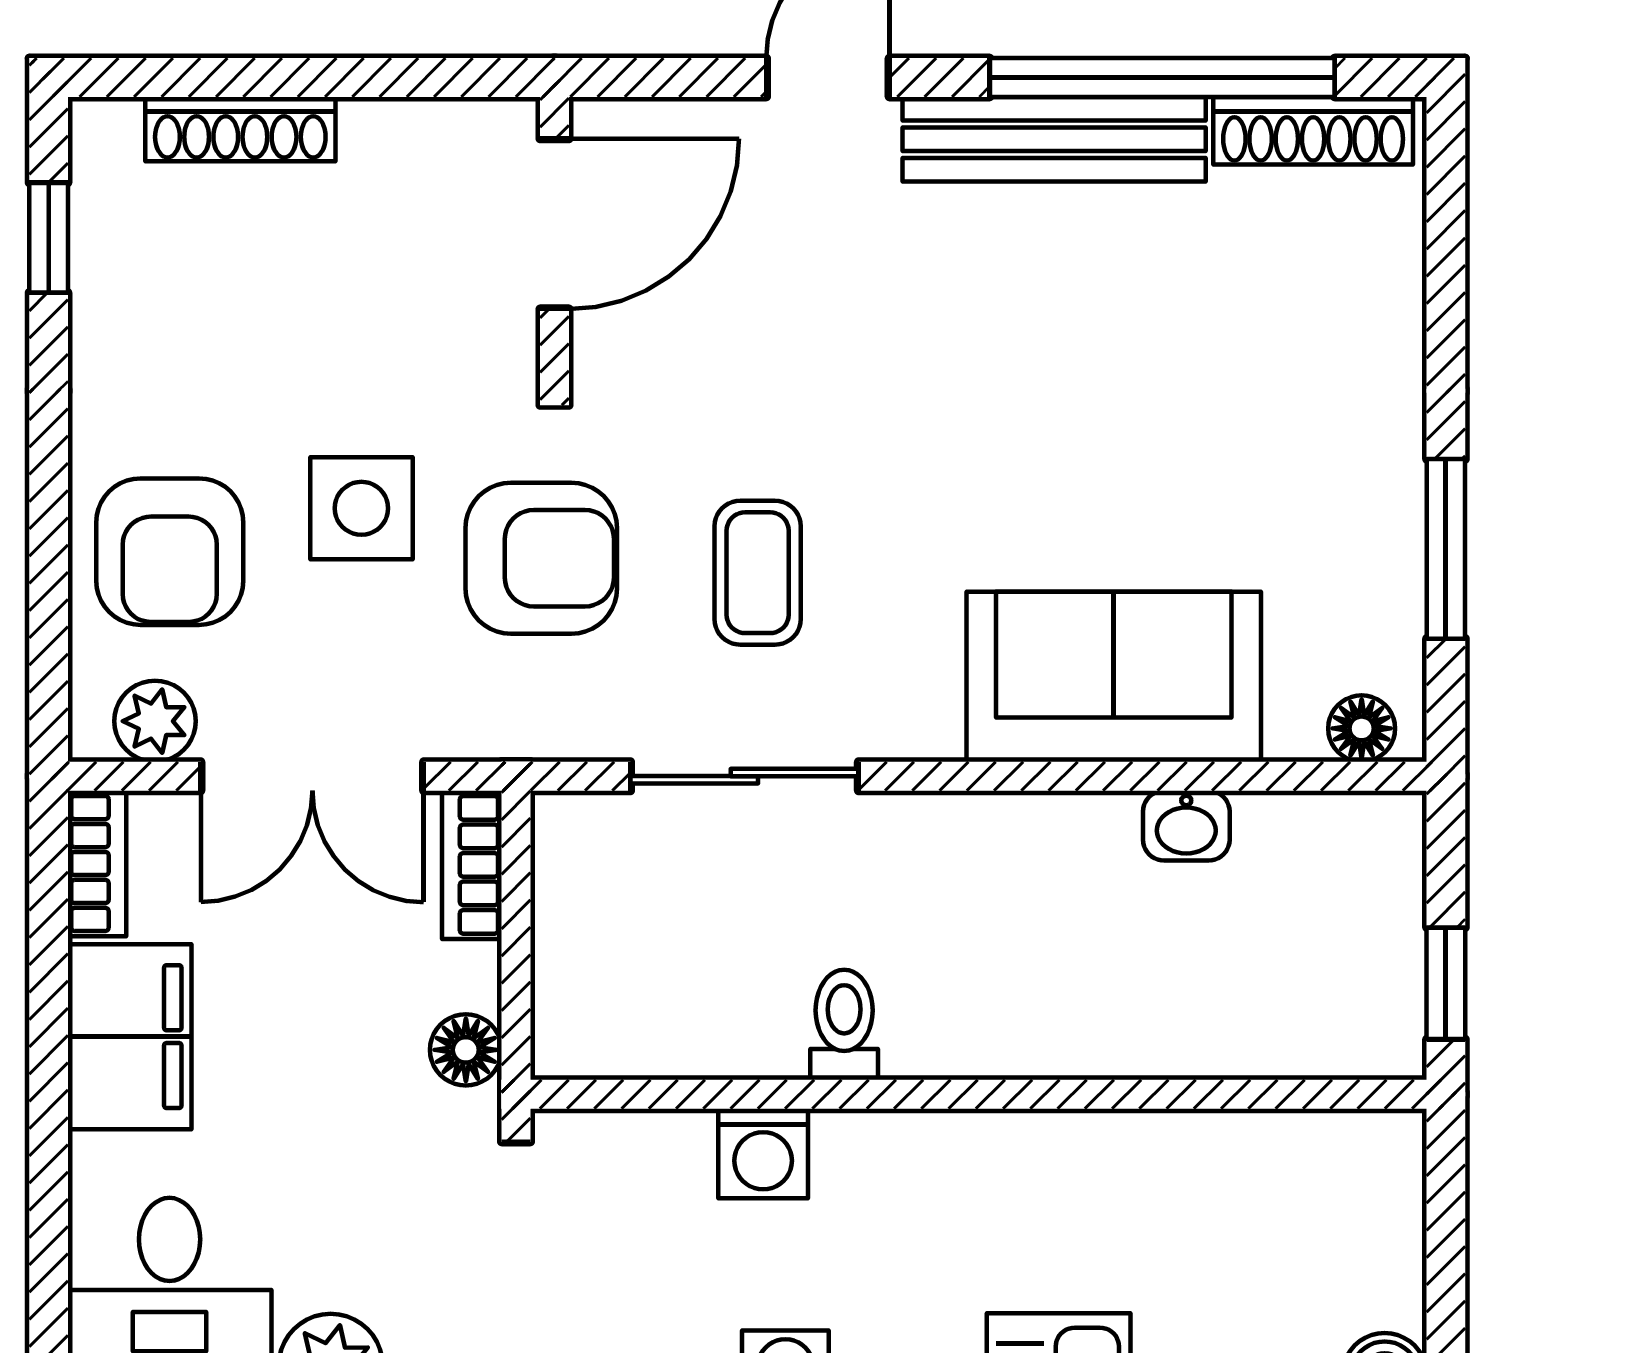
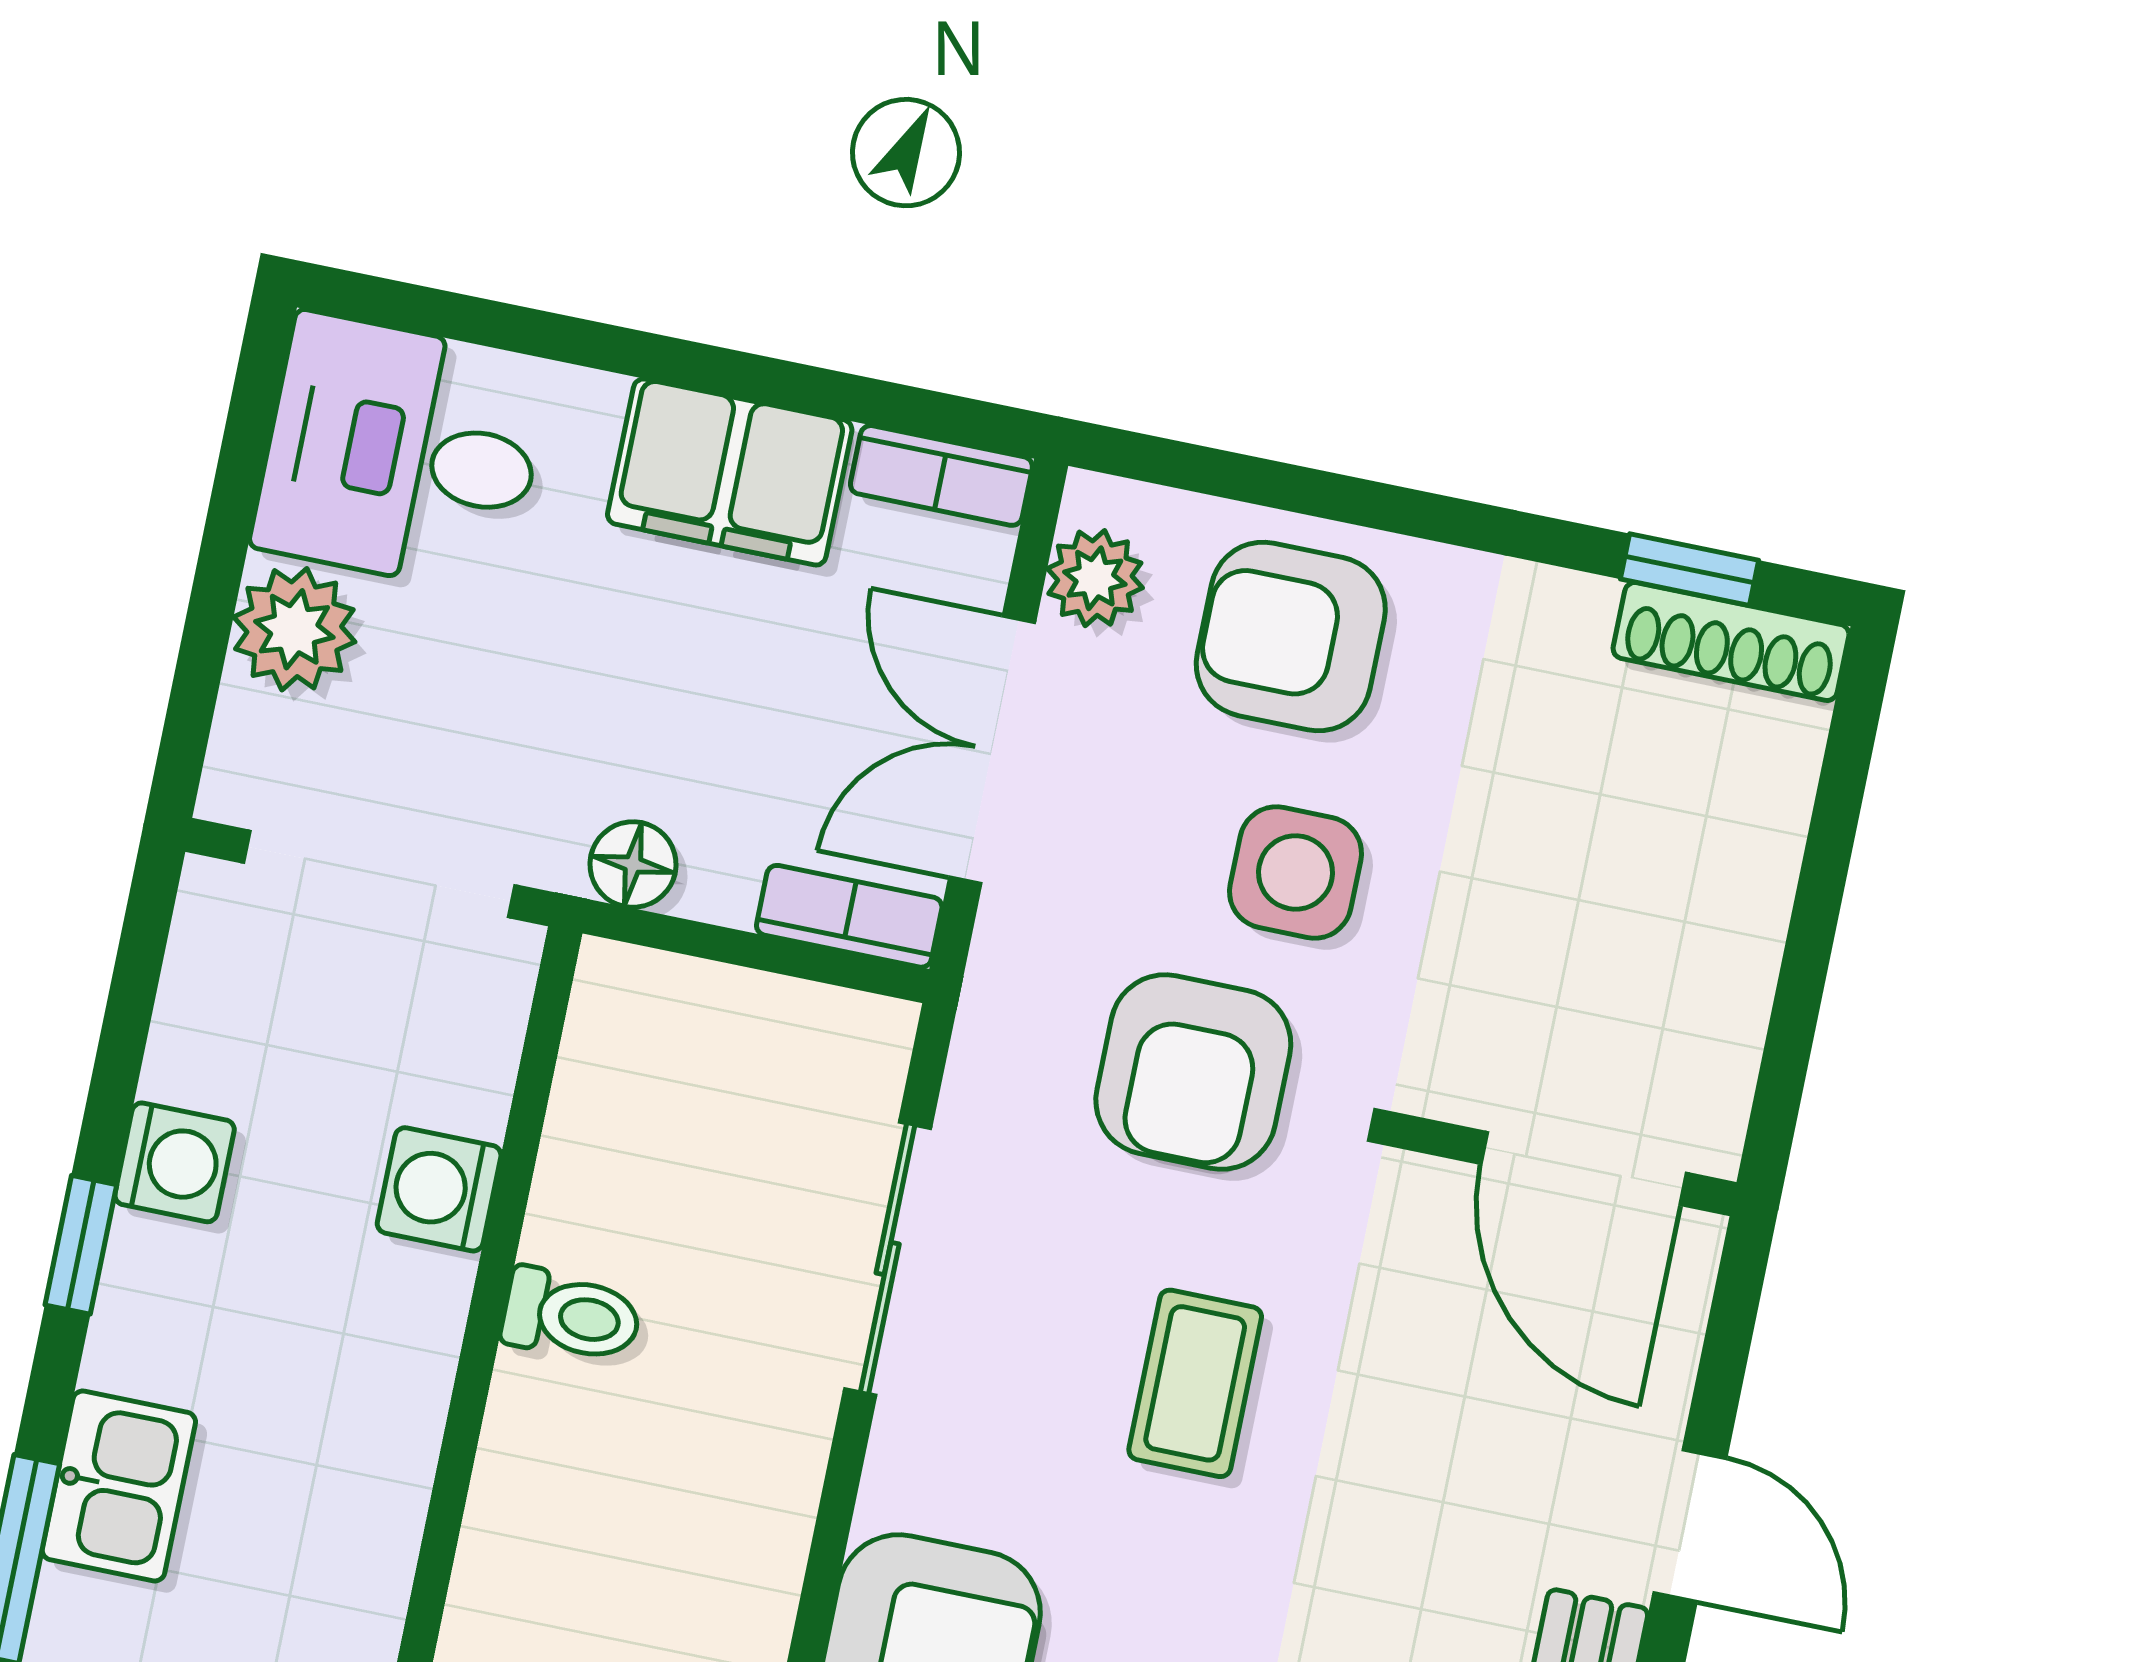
shoe rack: (240, 129) -> (1731, 641), moved, turned -90
coffee table: (758, 573) -> (1195, 1383), moved, turned 90

